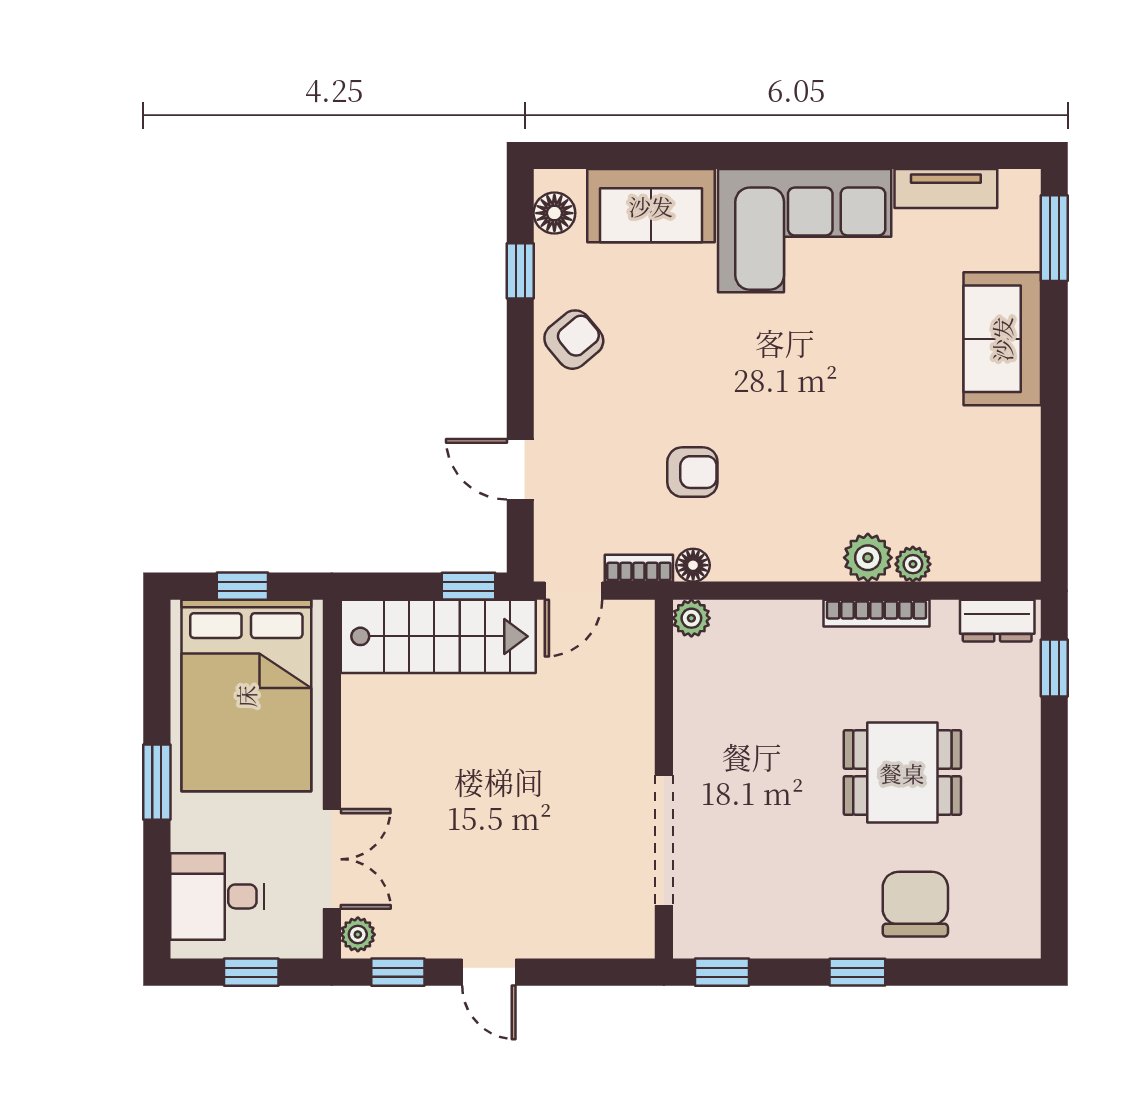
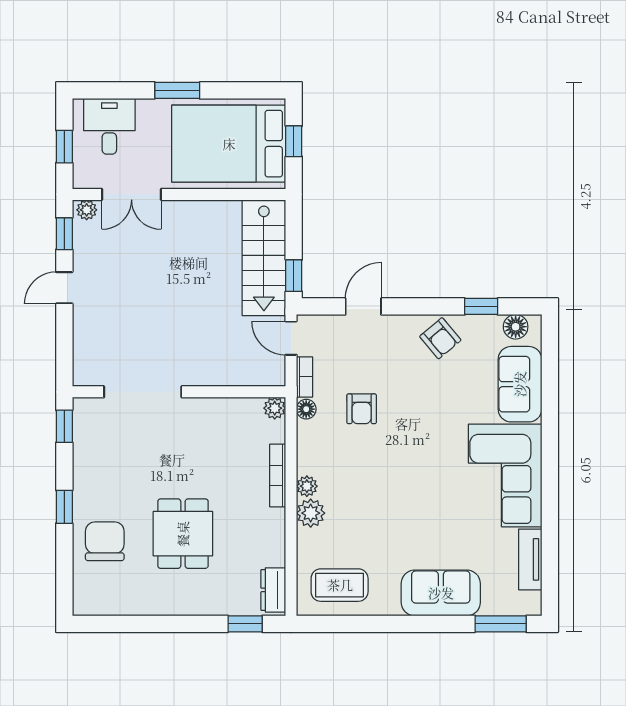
coffee table: (989, 509) -> (340, 585), added
plant: (913, 564) -> (307, 486), moved
bookcase: (876, 613) -> (278, 476), moved
chair: (915, 904) -> (105, 541), turned -90

